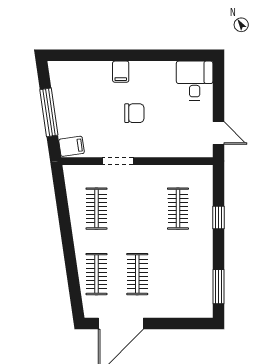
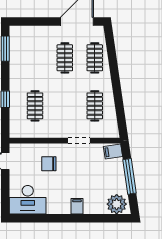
plant: (67, 74) -> (117, 204), added
desk: (195, 81) -> (28, 200), width x1.37
chair: (134, 113) -> (49, 164), moved

